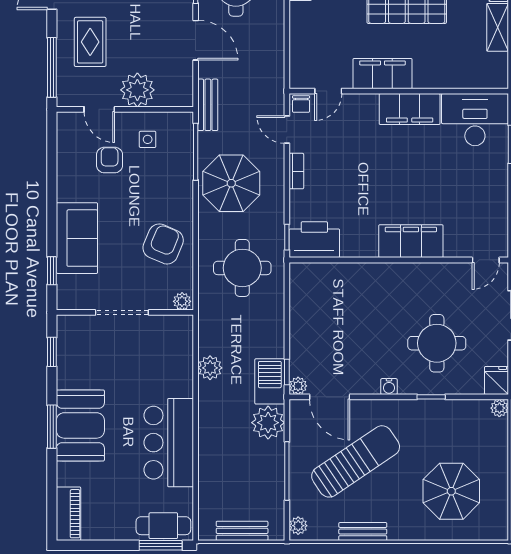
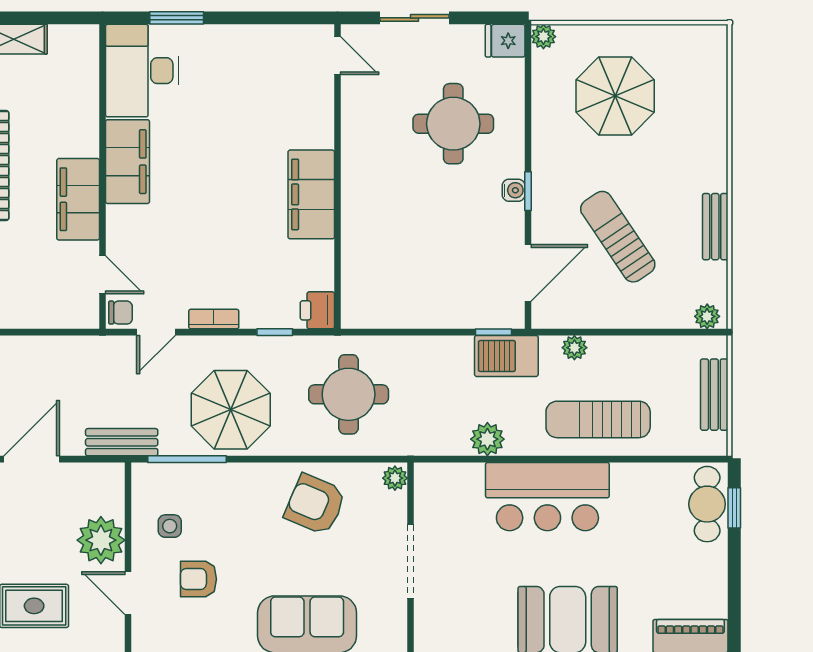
door: (99, 109) -> (128, 593), swing flipped
window: (287, 237) -> (275, 332), moved
printer: (314, 240) -> (317, 310), width x0.53, depth x0.68
filing cabinet: (411, 241) -> (311, 194), moved
plant: (298, 386) -> (513, 317), removed
window: (431, 397) -> (528, 191), moved
plant: (268, 423) -> (574, 348), width x0.53, depth x0.53
bar counter: (169, 443) -> (547, 497), moved
sun lounger: (224, 447) -> (598, 419), added
sun lounger: (356, 461) -> (618, 237), width x0.73, depth x0.75
window: (287, 471) -> (631, 332), removed
parasol: (451, 491) -> (615, 96), moved
window: (161, 545) -> (734, 508), width x0.67

